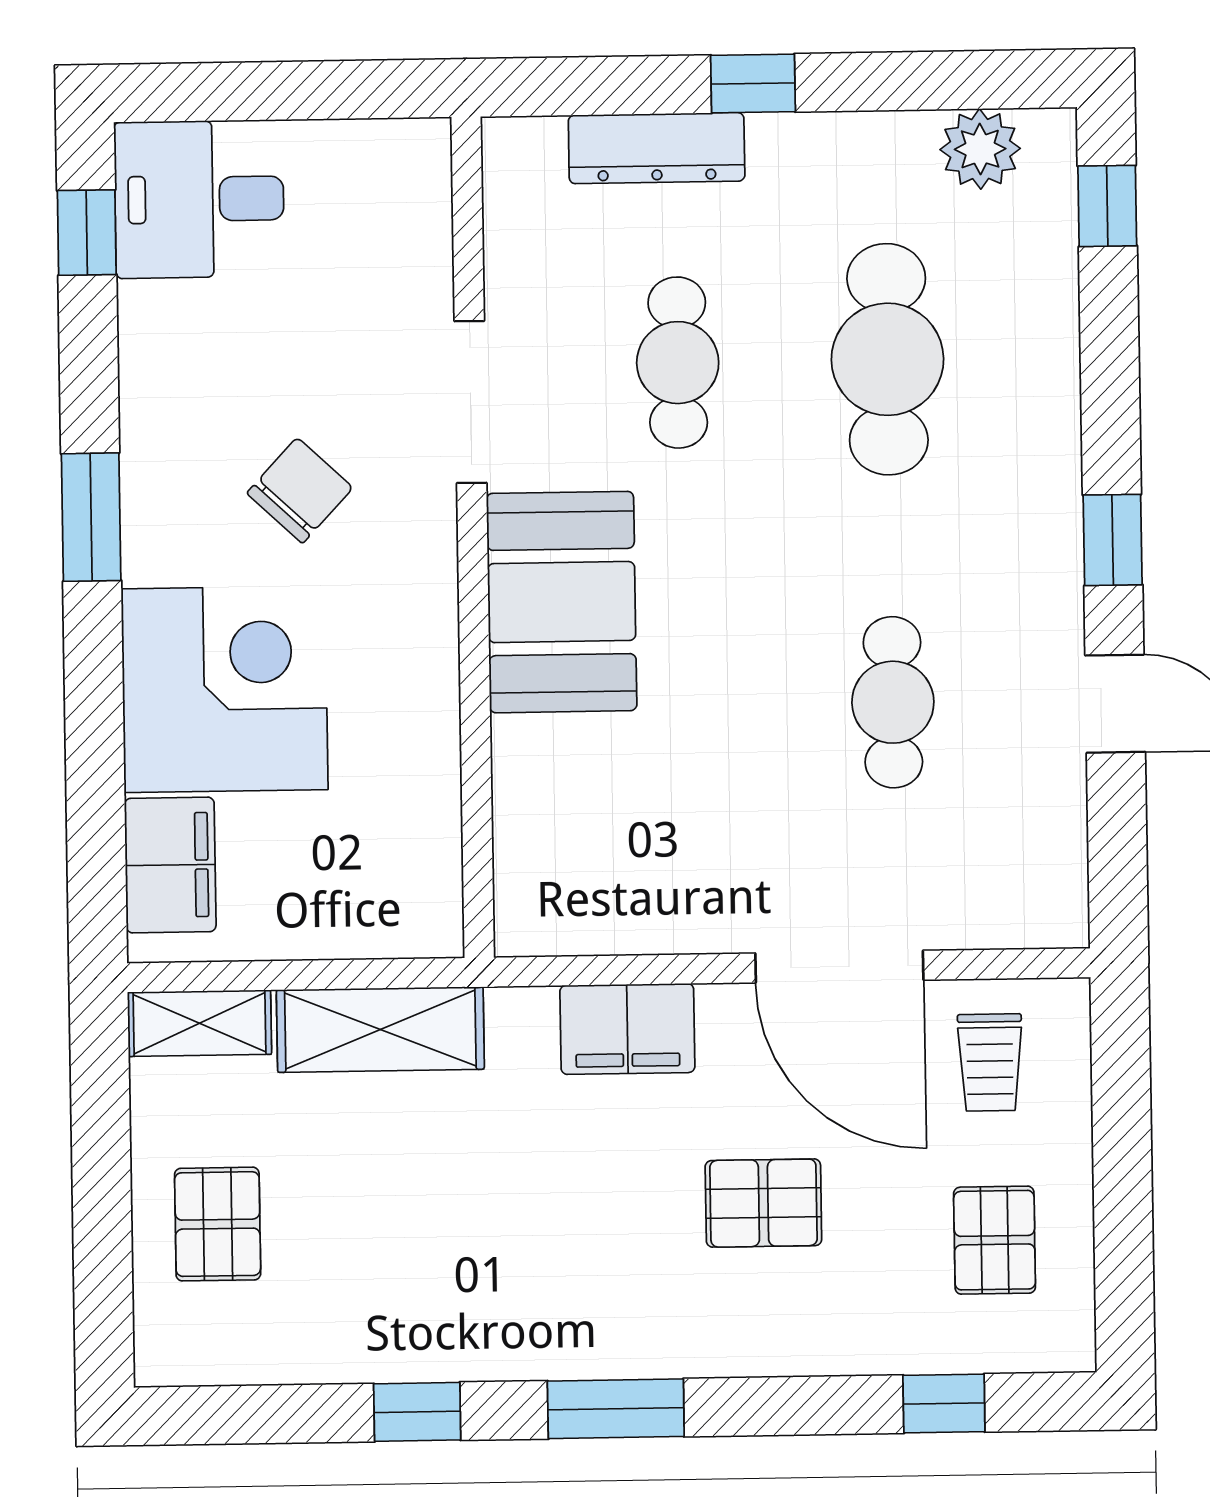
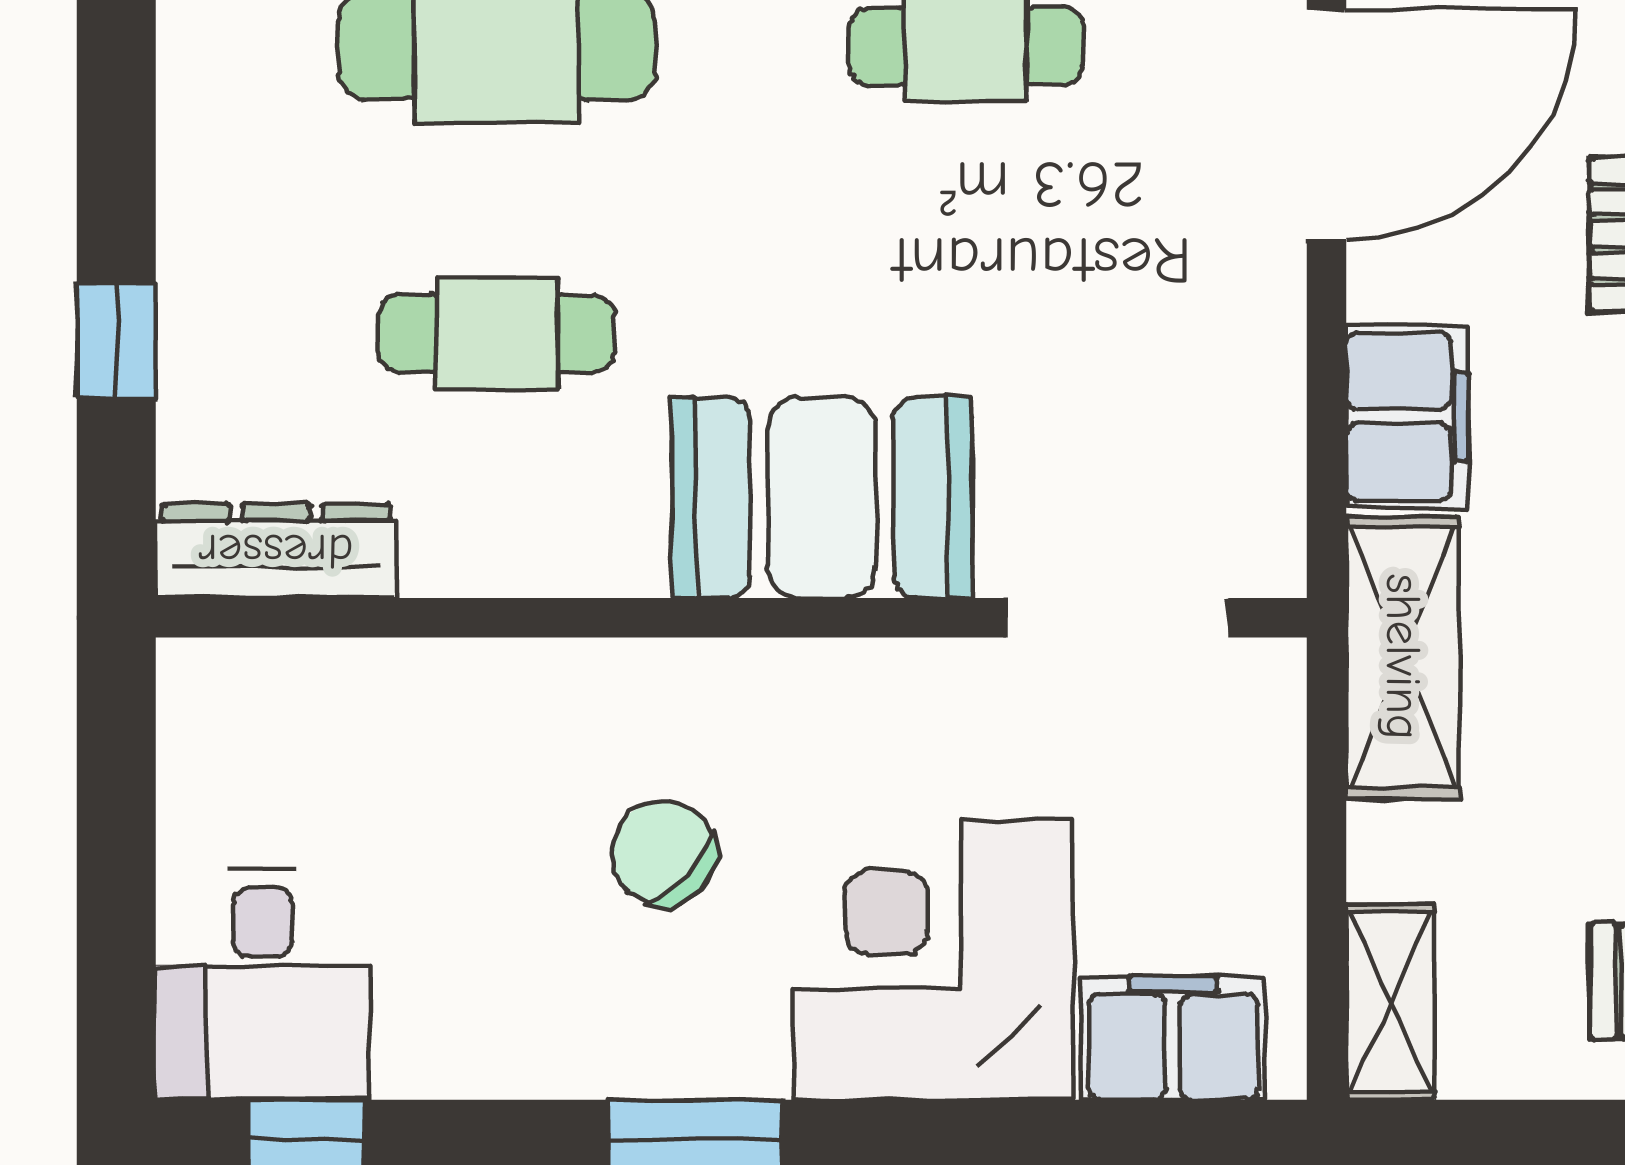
window: (753, 83) -> (116, 340), moved
dresser: (657, 148) -> (276, 551), moved, turned -90
doorway: (470, 402) -> (1117, 618), moved
shelving: (380, 1030) -> (1403, 657), moved

